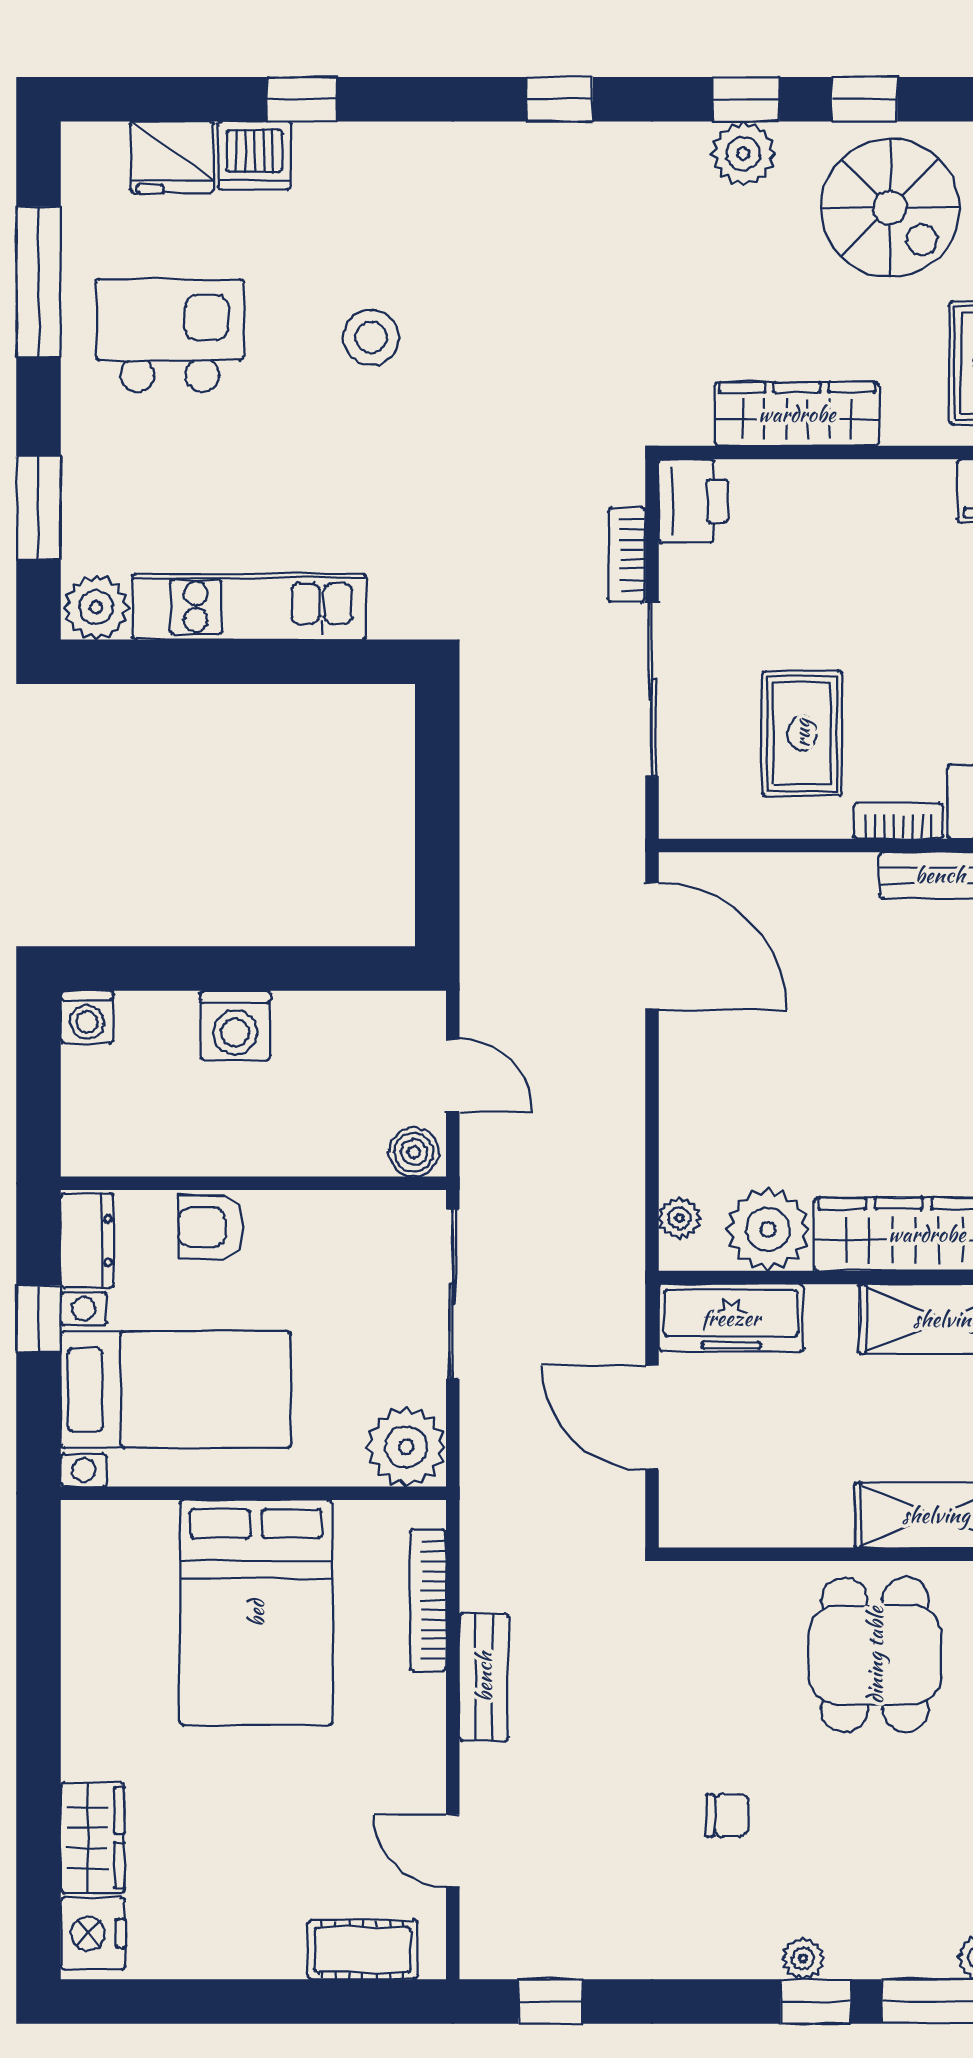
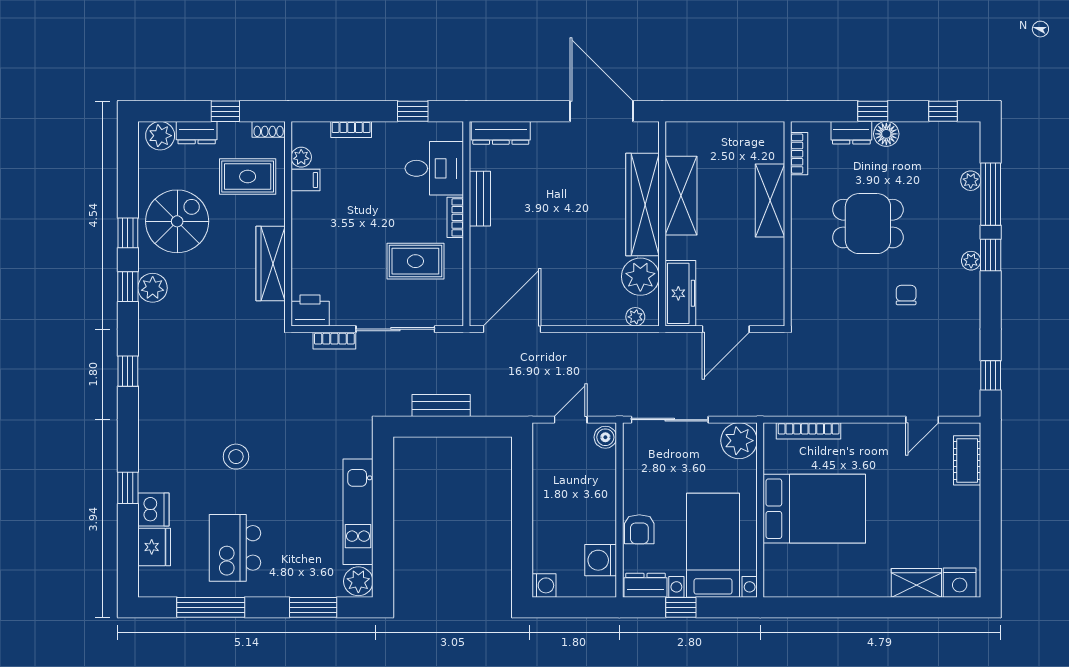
washing machine: (235, 1025) -> (601, 560), moved, turned 180
dining table: (875, 1655) -> (868, 224), moved
bench: (484, 1677) -> (441, 406), moved

